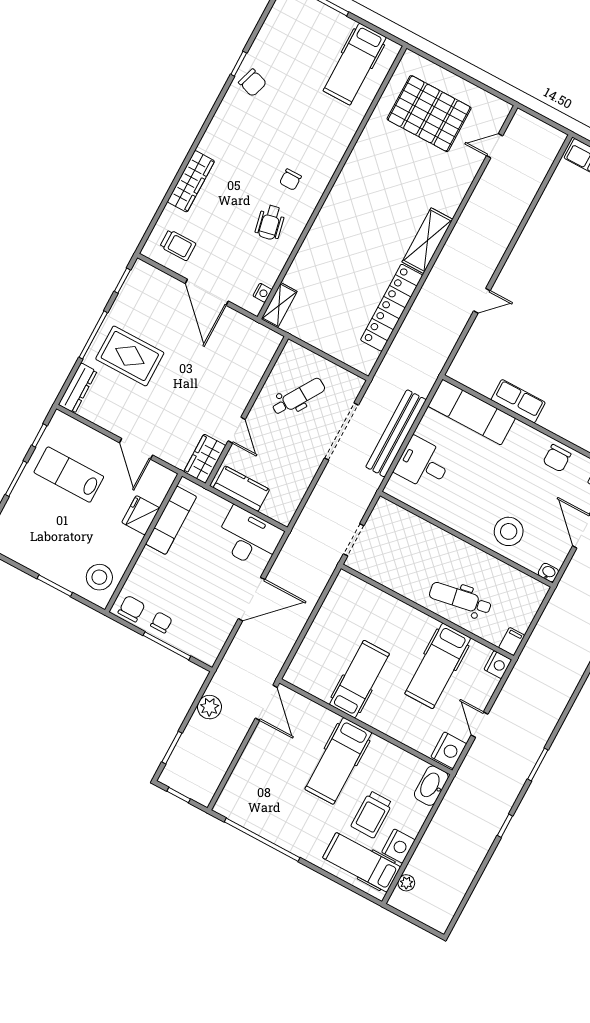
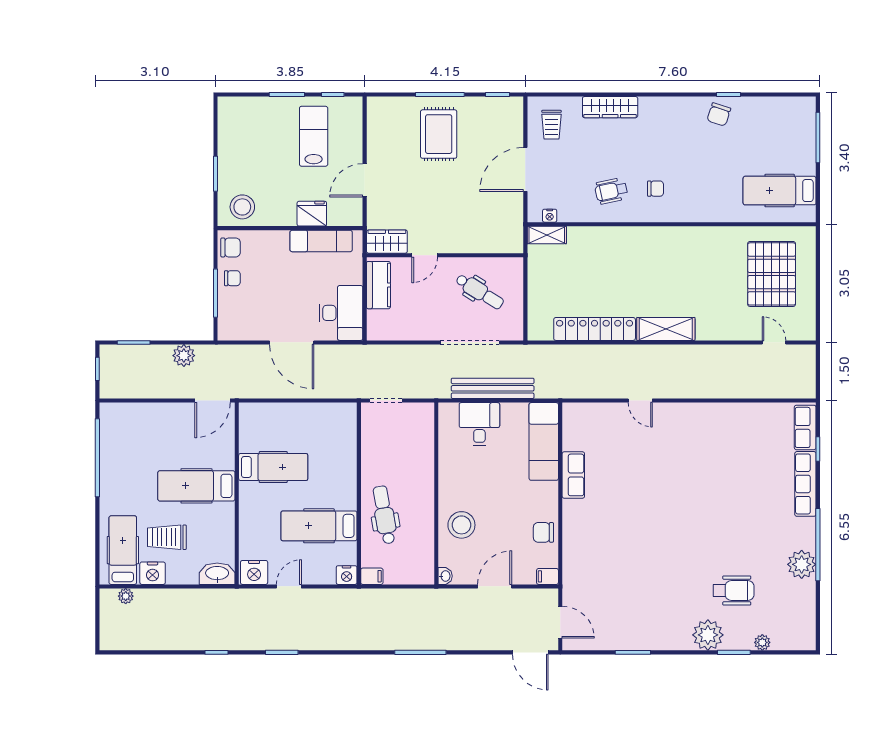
chair: (290, 180) -> (656, 189), turned 180
dresser: (78, 388) -> (389, 105), removed

